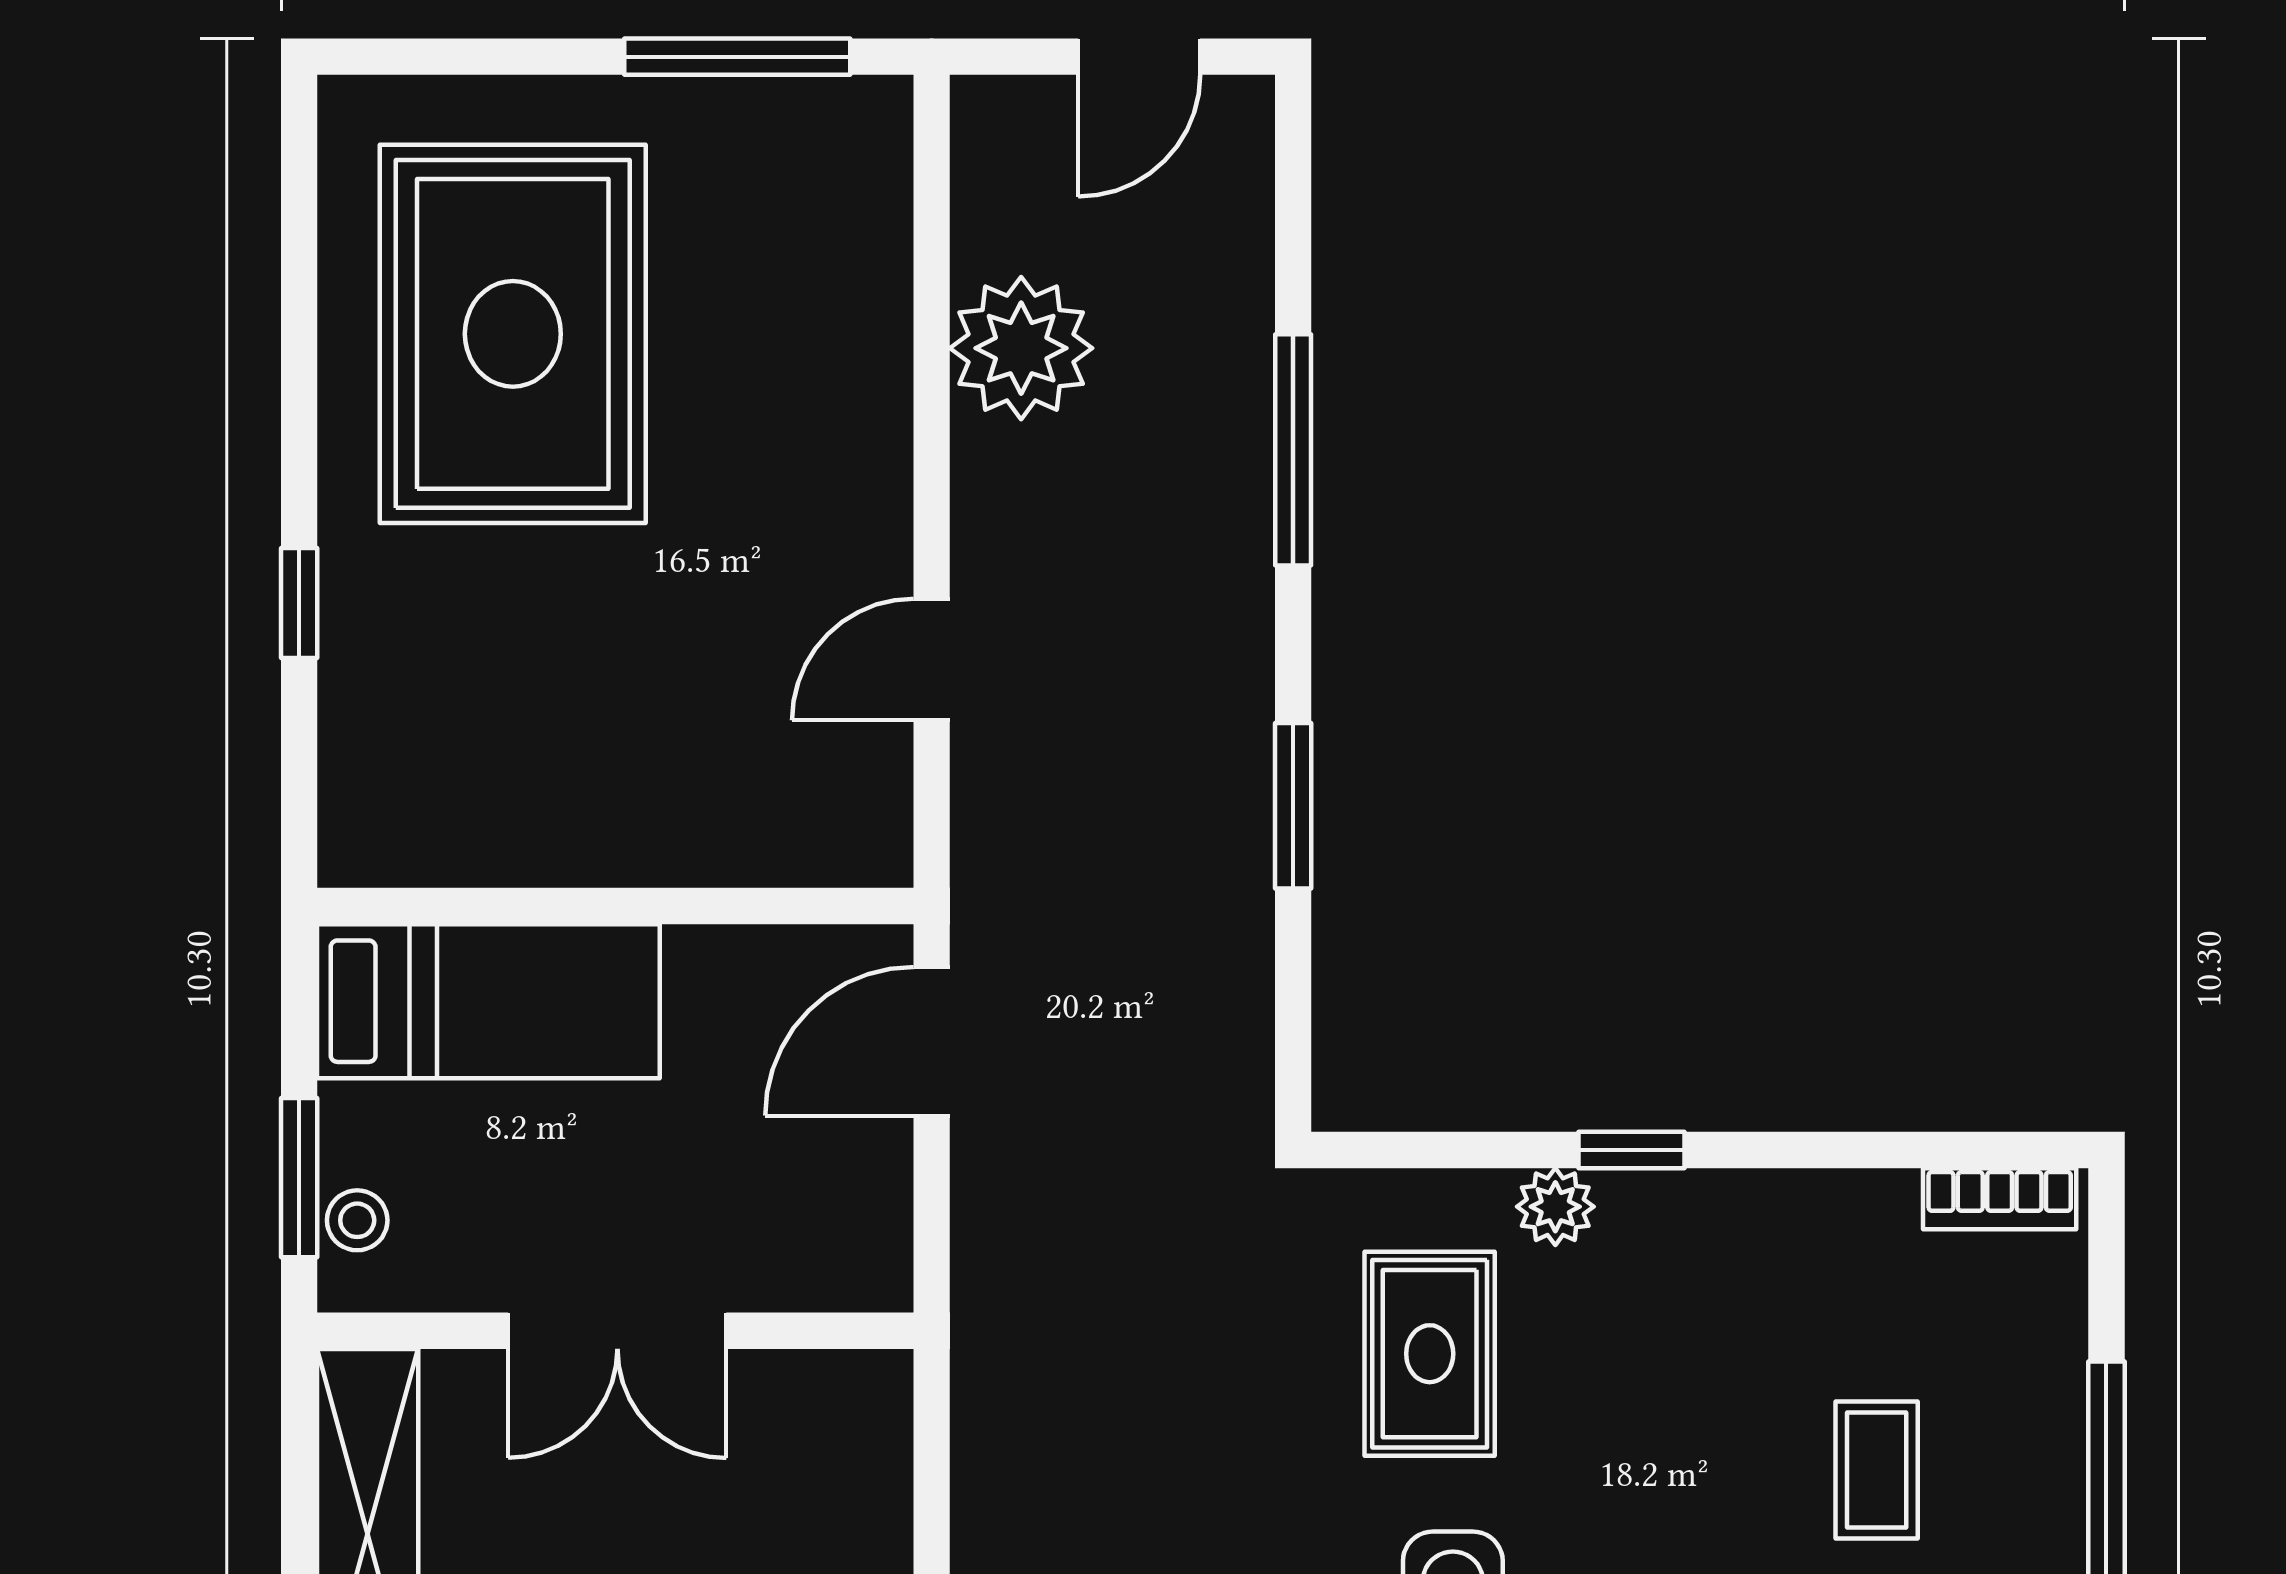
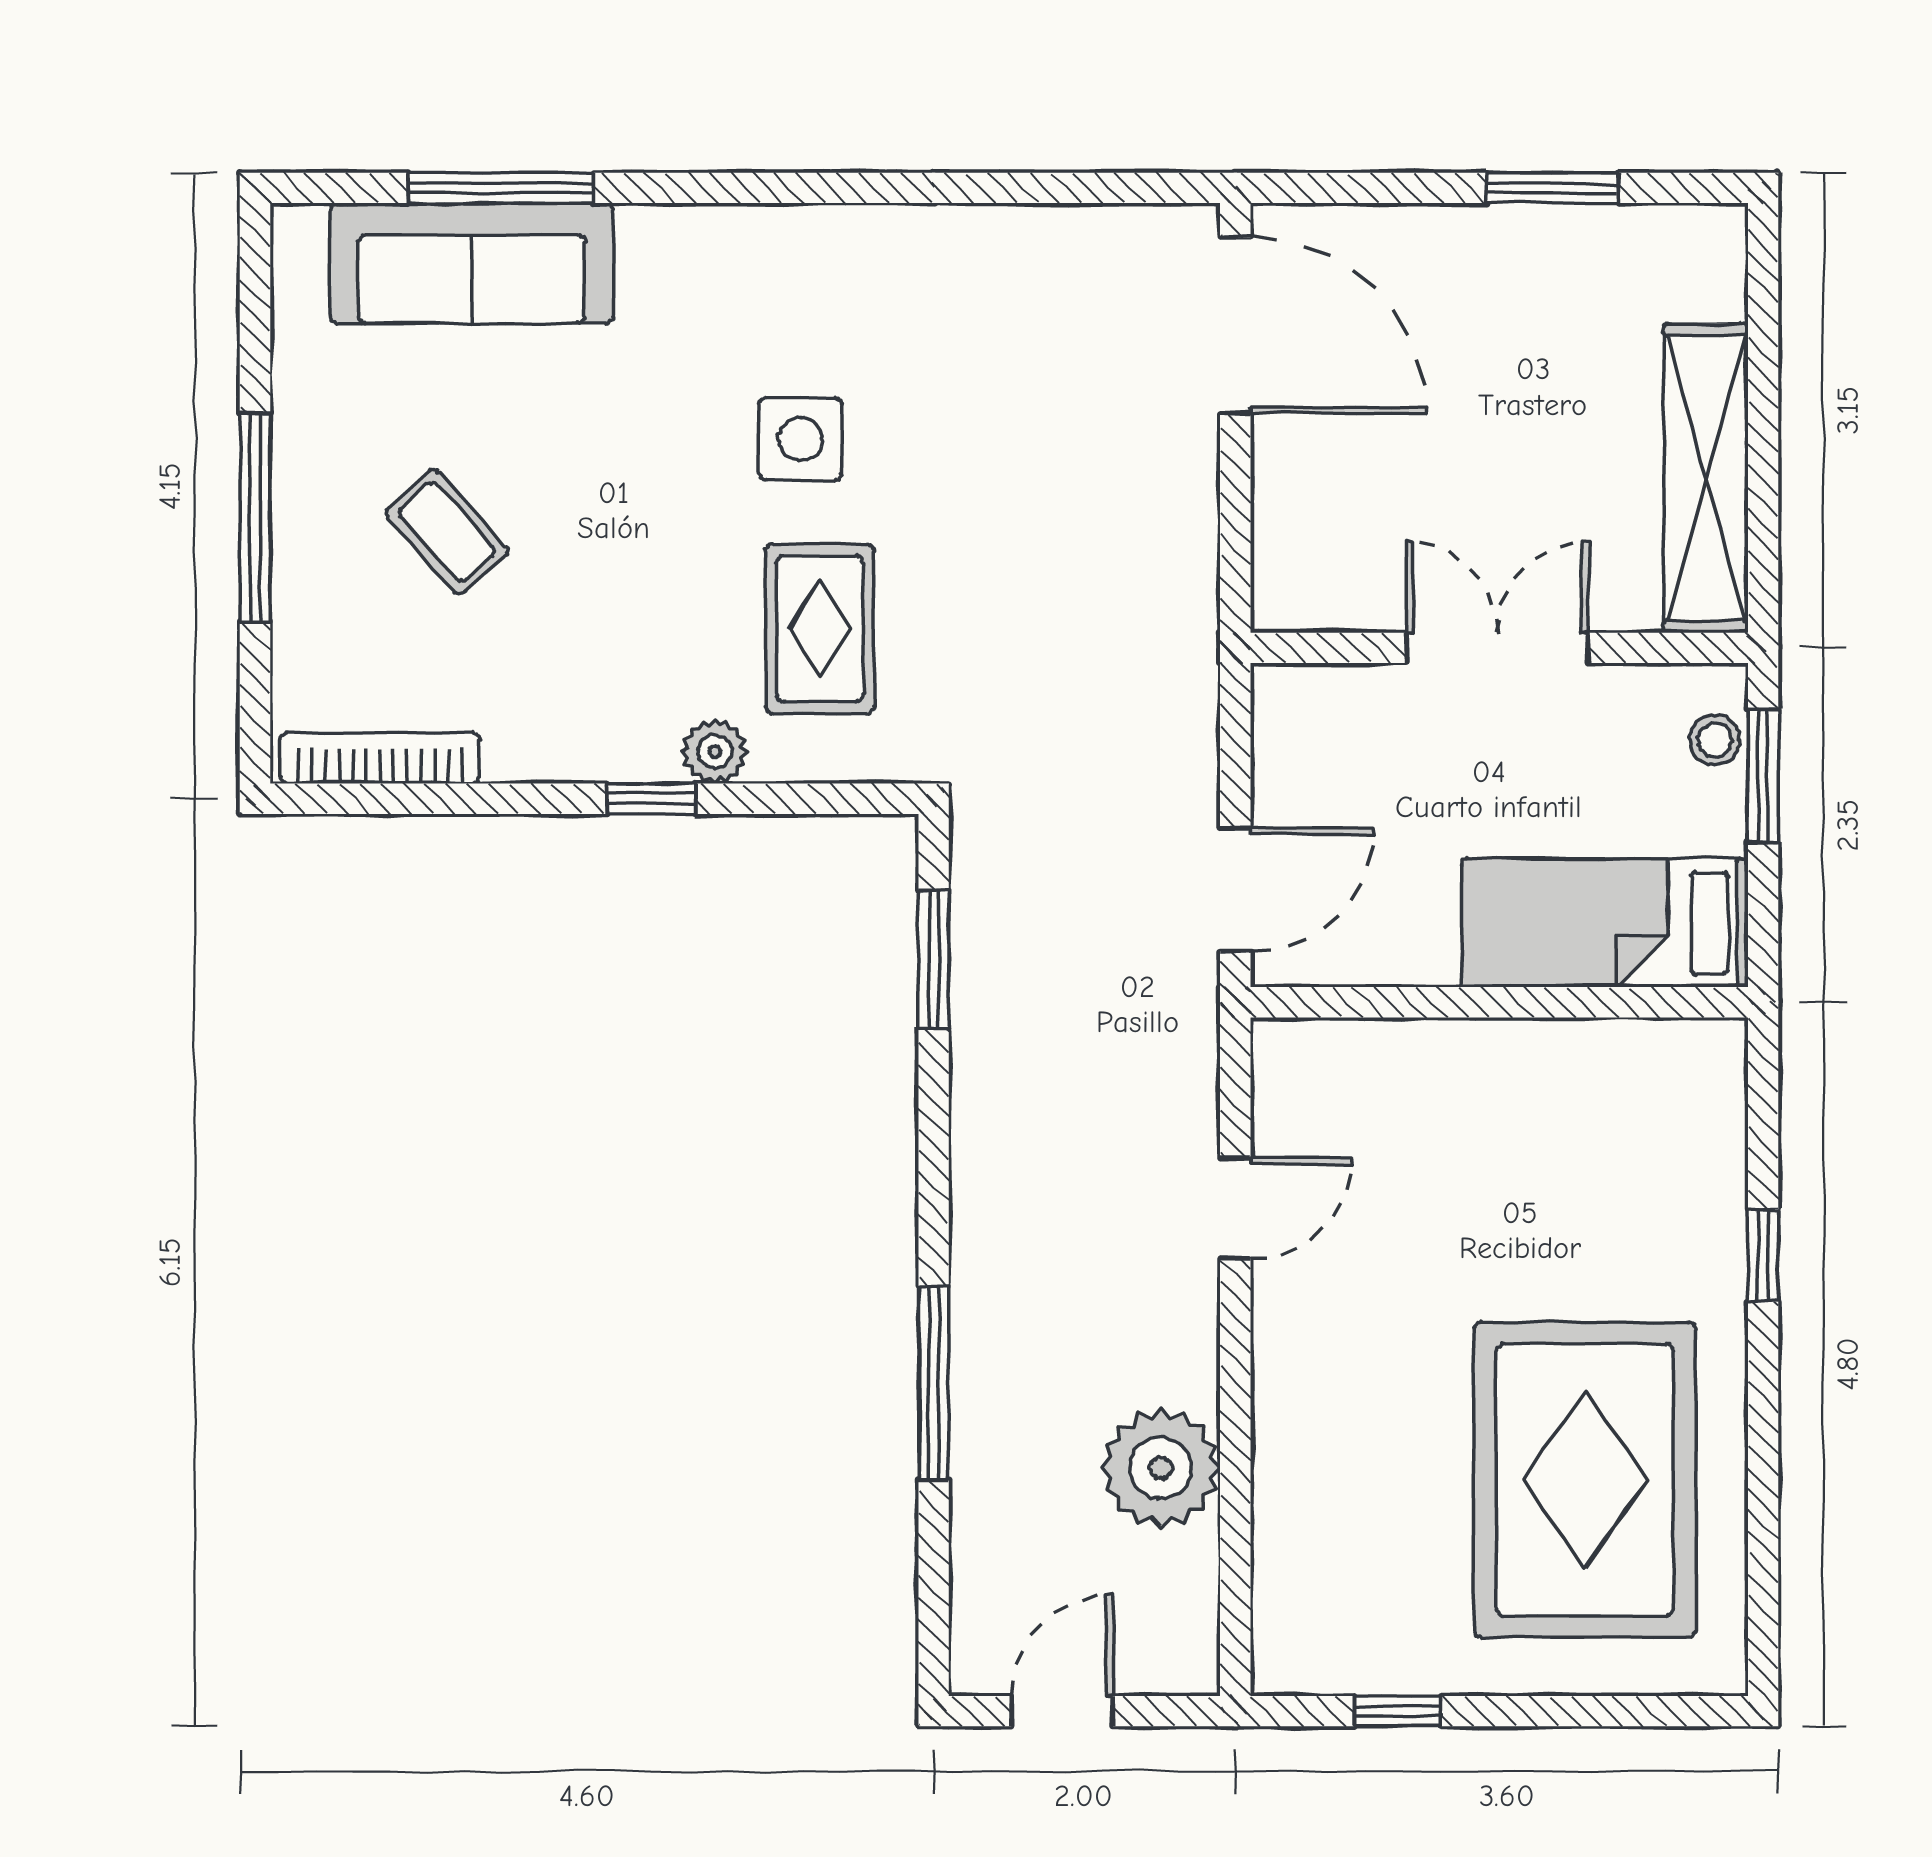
window: (737, 57) -> (1397, 1711), width x0.46
window: (1293, 806) -> (934, 960), moved
bookcase: (2000, 1199) -> (380, 758), width x1.56
coffee table: (1877, 1470) -> (447, 532), turned -42

